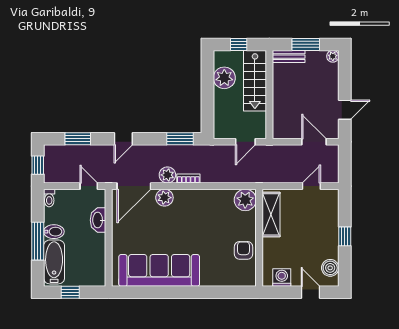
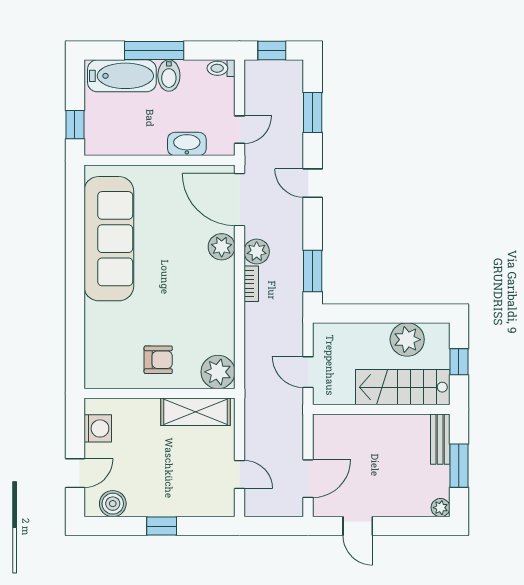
armchair: (244, 250) -> (158, 360), moved
window: (70, 292) -> (75, 125), moved

